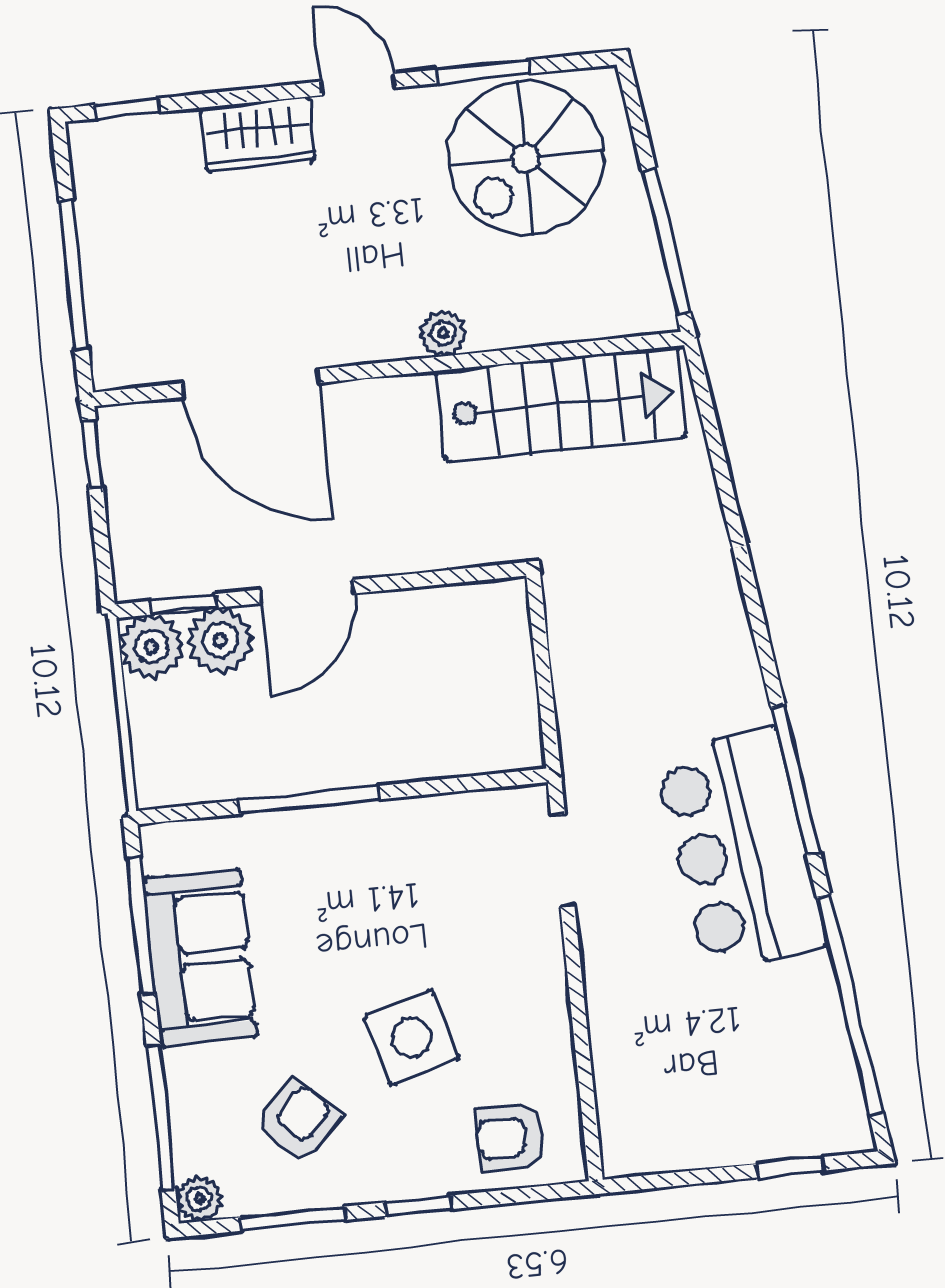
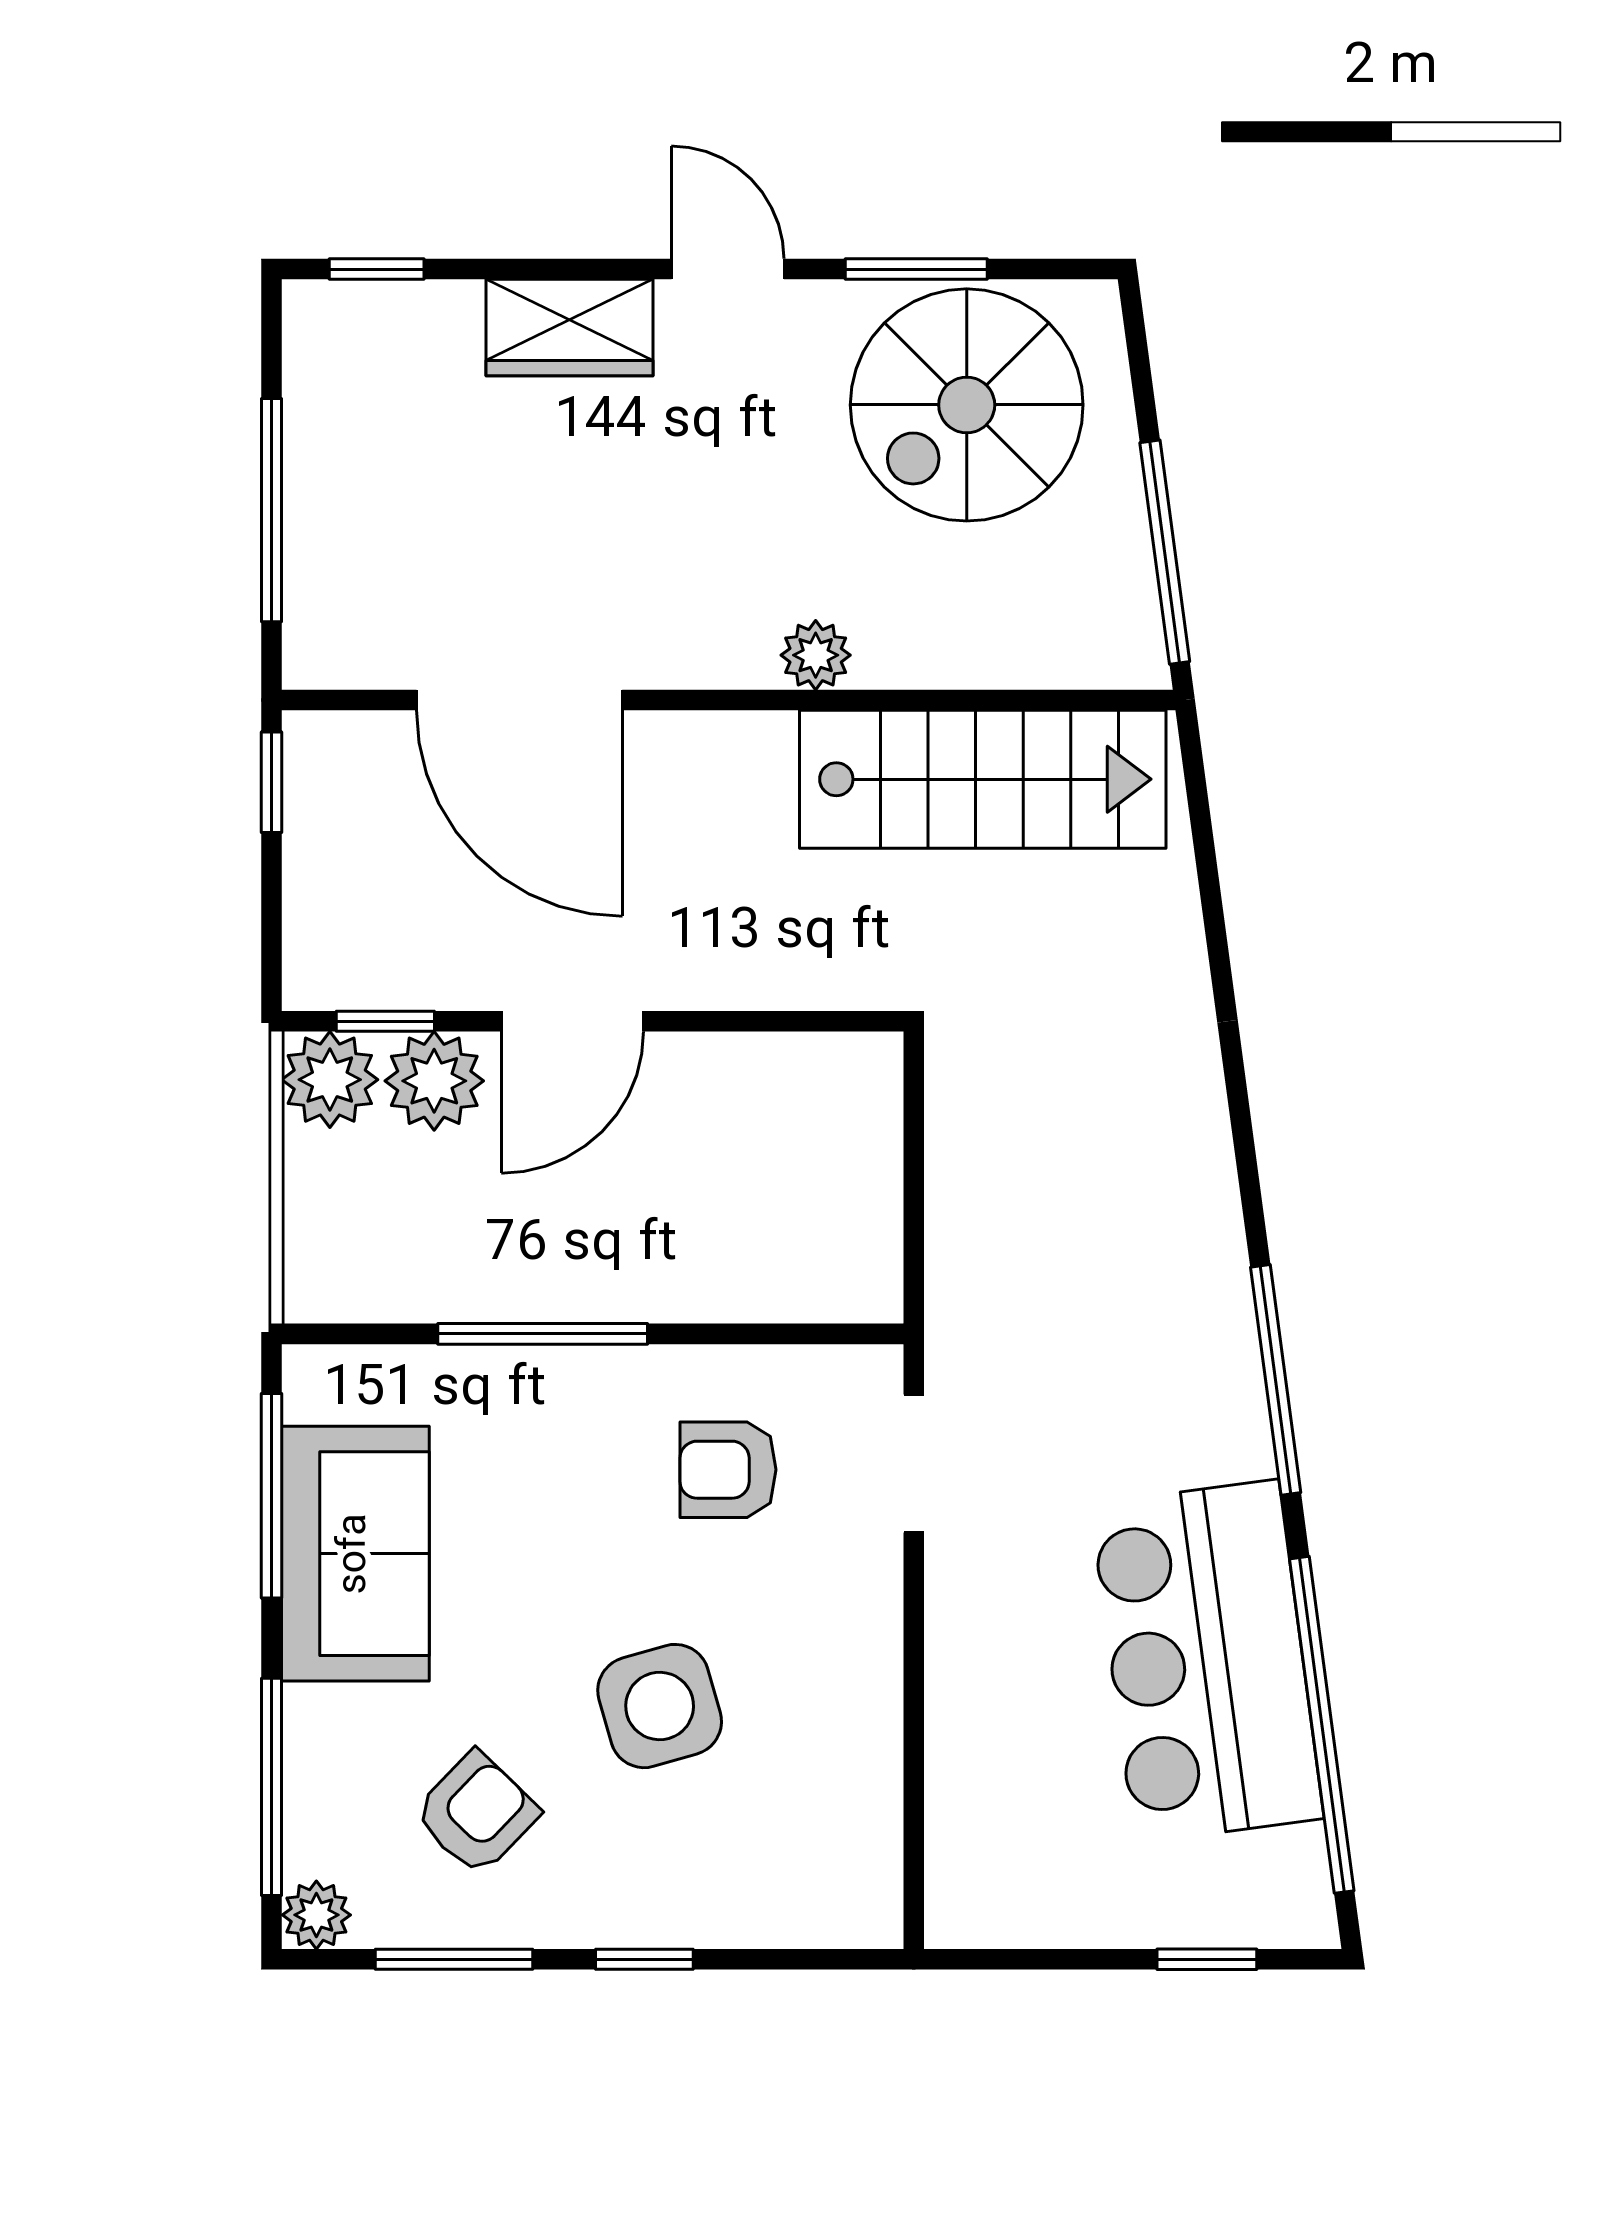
bar counter: (741, 850) -> (1207, 1661), moved
armchair: (510, 1137) -> (728, 1470), moved

